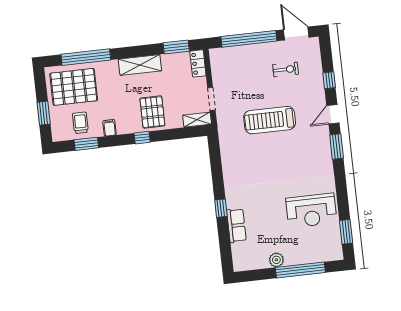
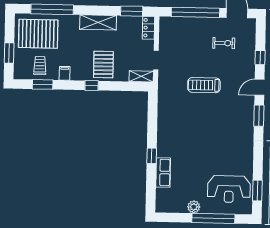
treadmill: (270, 120) -> (204, 85), width x0.73, depth x0.73
reception desk: (311, 211) -> (229, 189), moved

